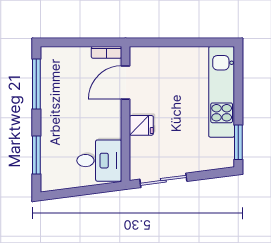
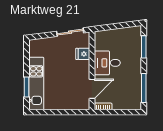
fridge: (141, 125) -> (83, 54), moved
window: (238, 142) -> (26, 87), moved
desk: (99, 161) -> (107, 63), moved

